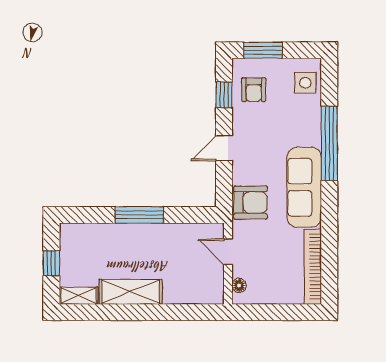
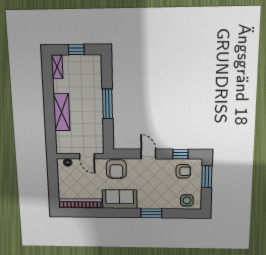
armchair: (254, 90) -> (183, 171), turned 180
window: (329, 143) -> (151, 213), width x0.47
sofa: (304, 187) -> (120, 199), width x0.73
door: (228, 252) -> (87, 156), swing flipped
shelving: (131, 292) -> (62, 112), moved

